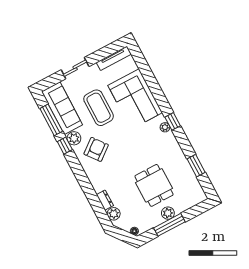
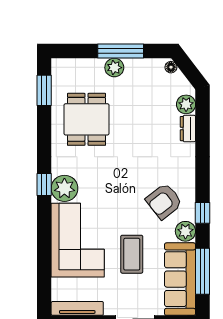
coffee table: (99, 108) -> (132, 254), width x0.73, depth x0.76
plant: (165, 127) -> (64, 188), width x1.88, depth x1.88
window: (65, 146) -> (203, 213), moved
window: (196, 166) -> (44, 90), moved
dining table: (154, 185) -> (87, 119), moved

